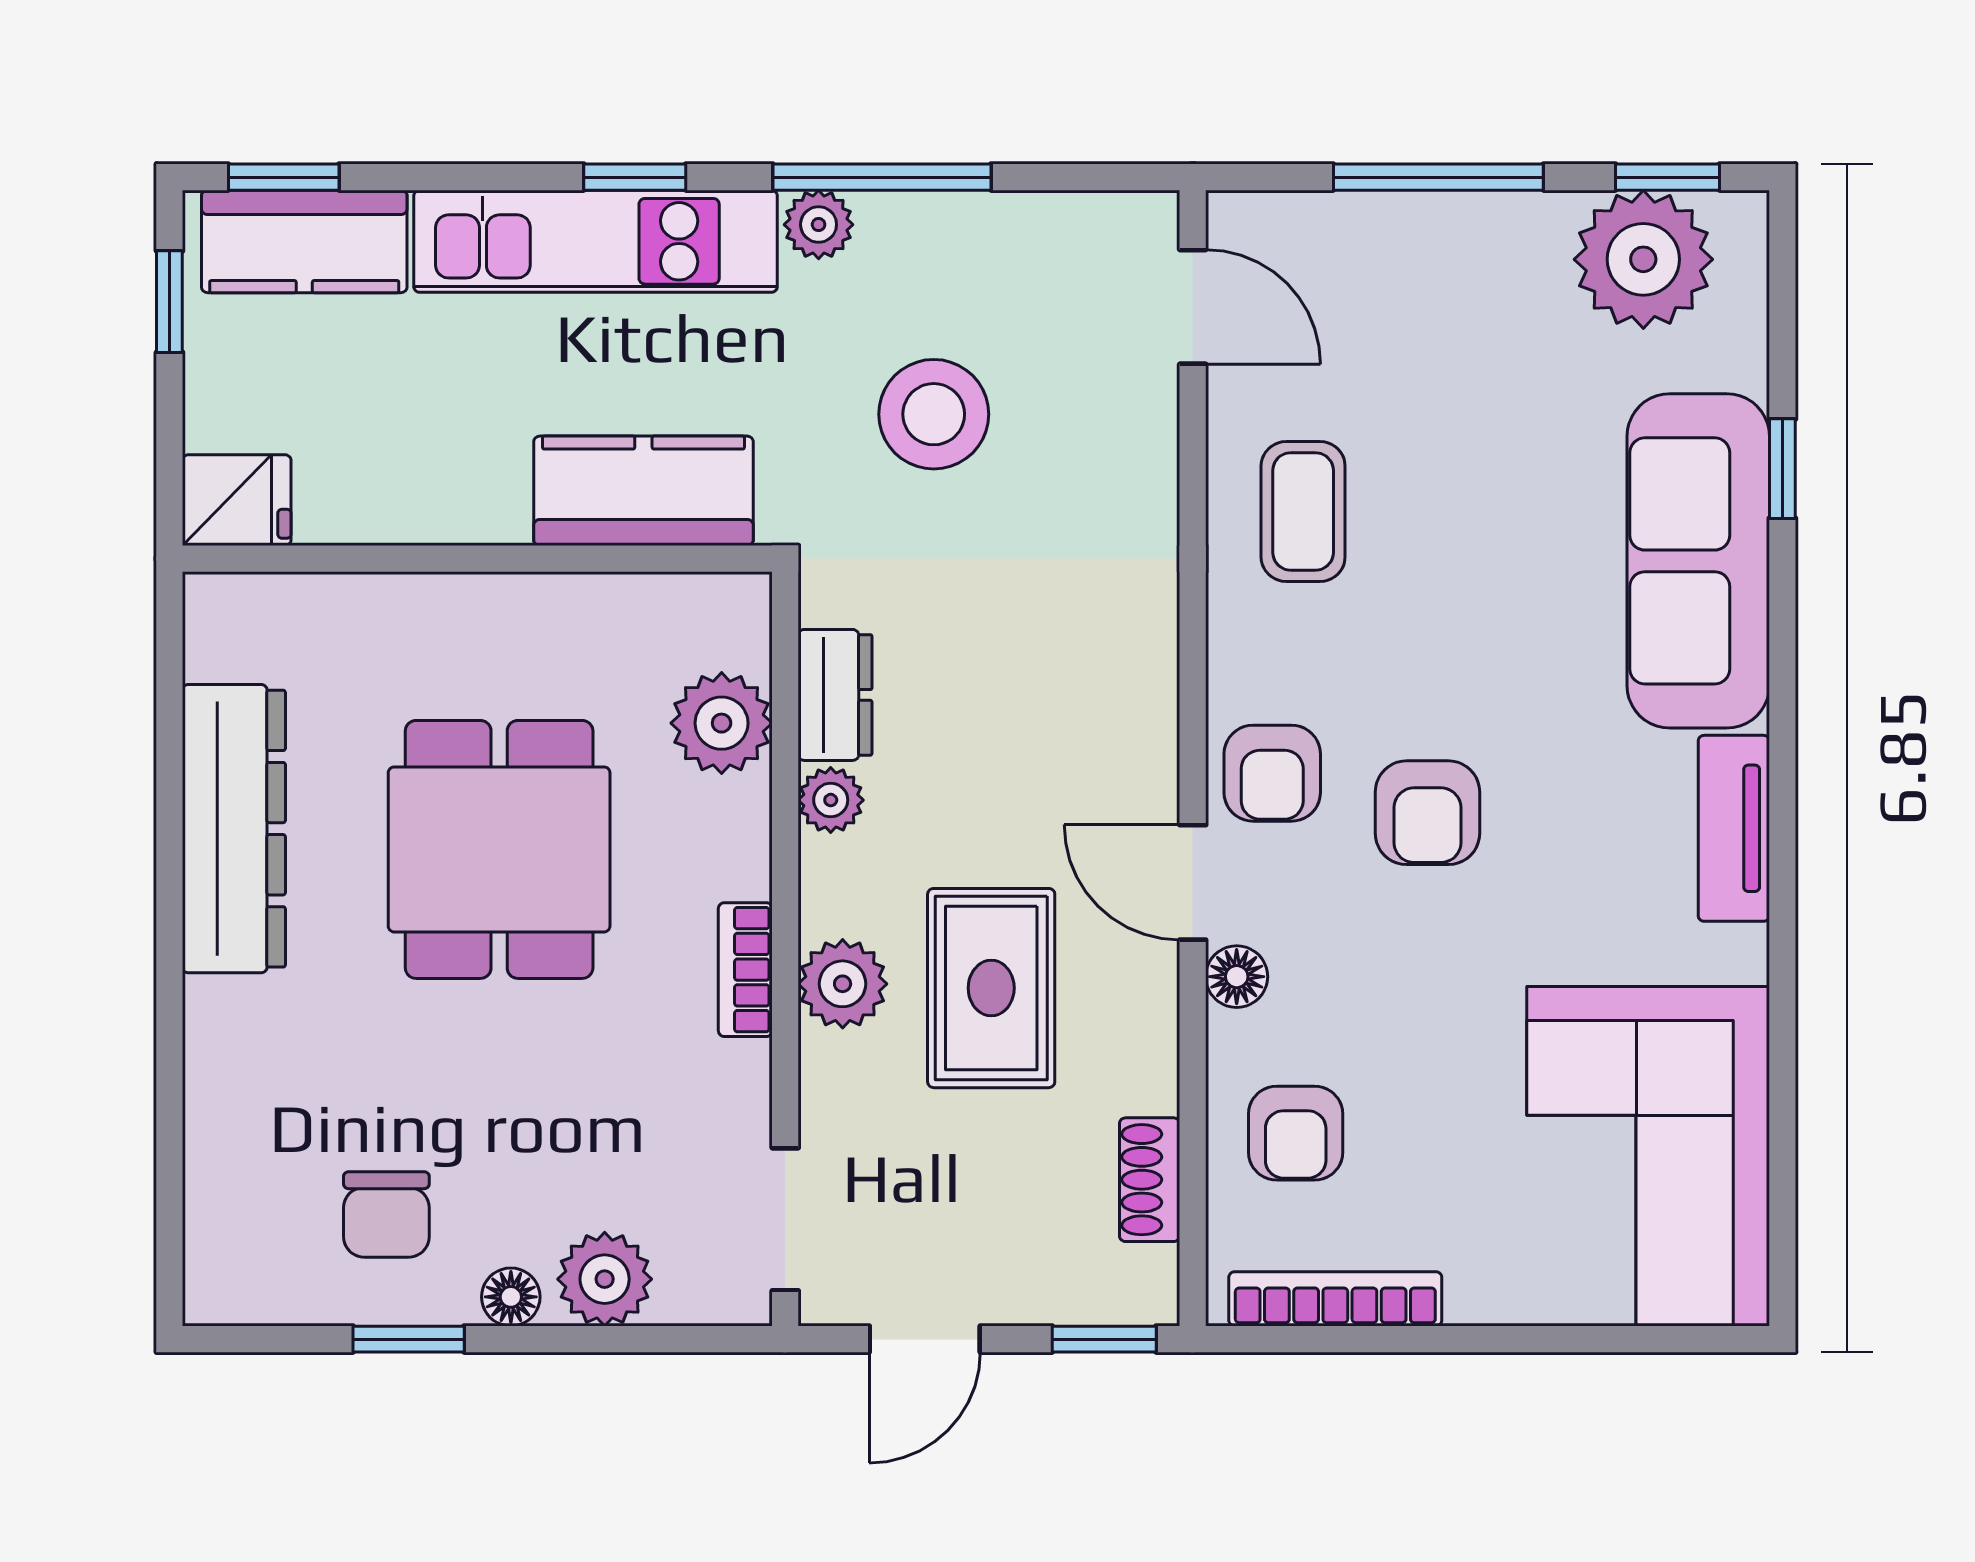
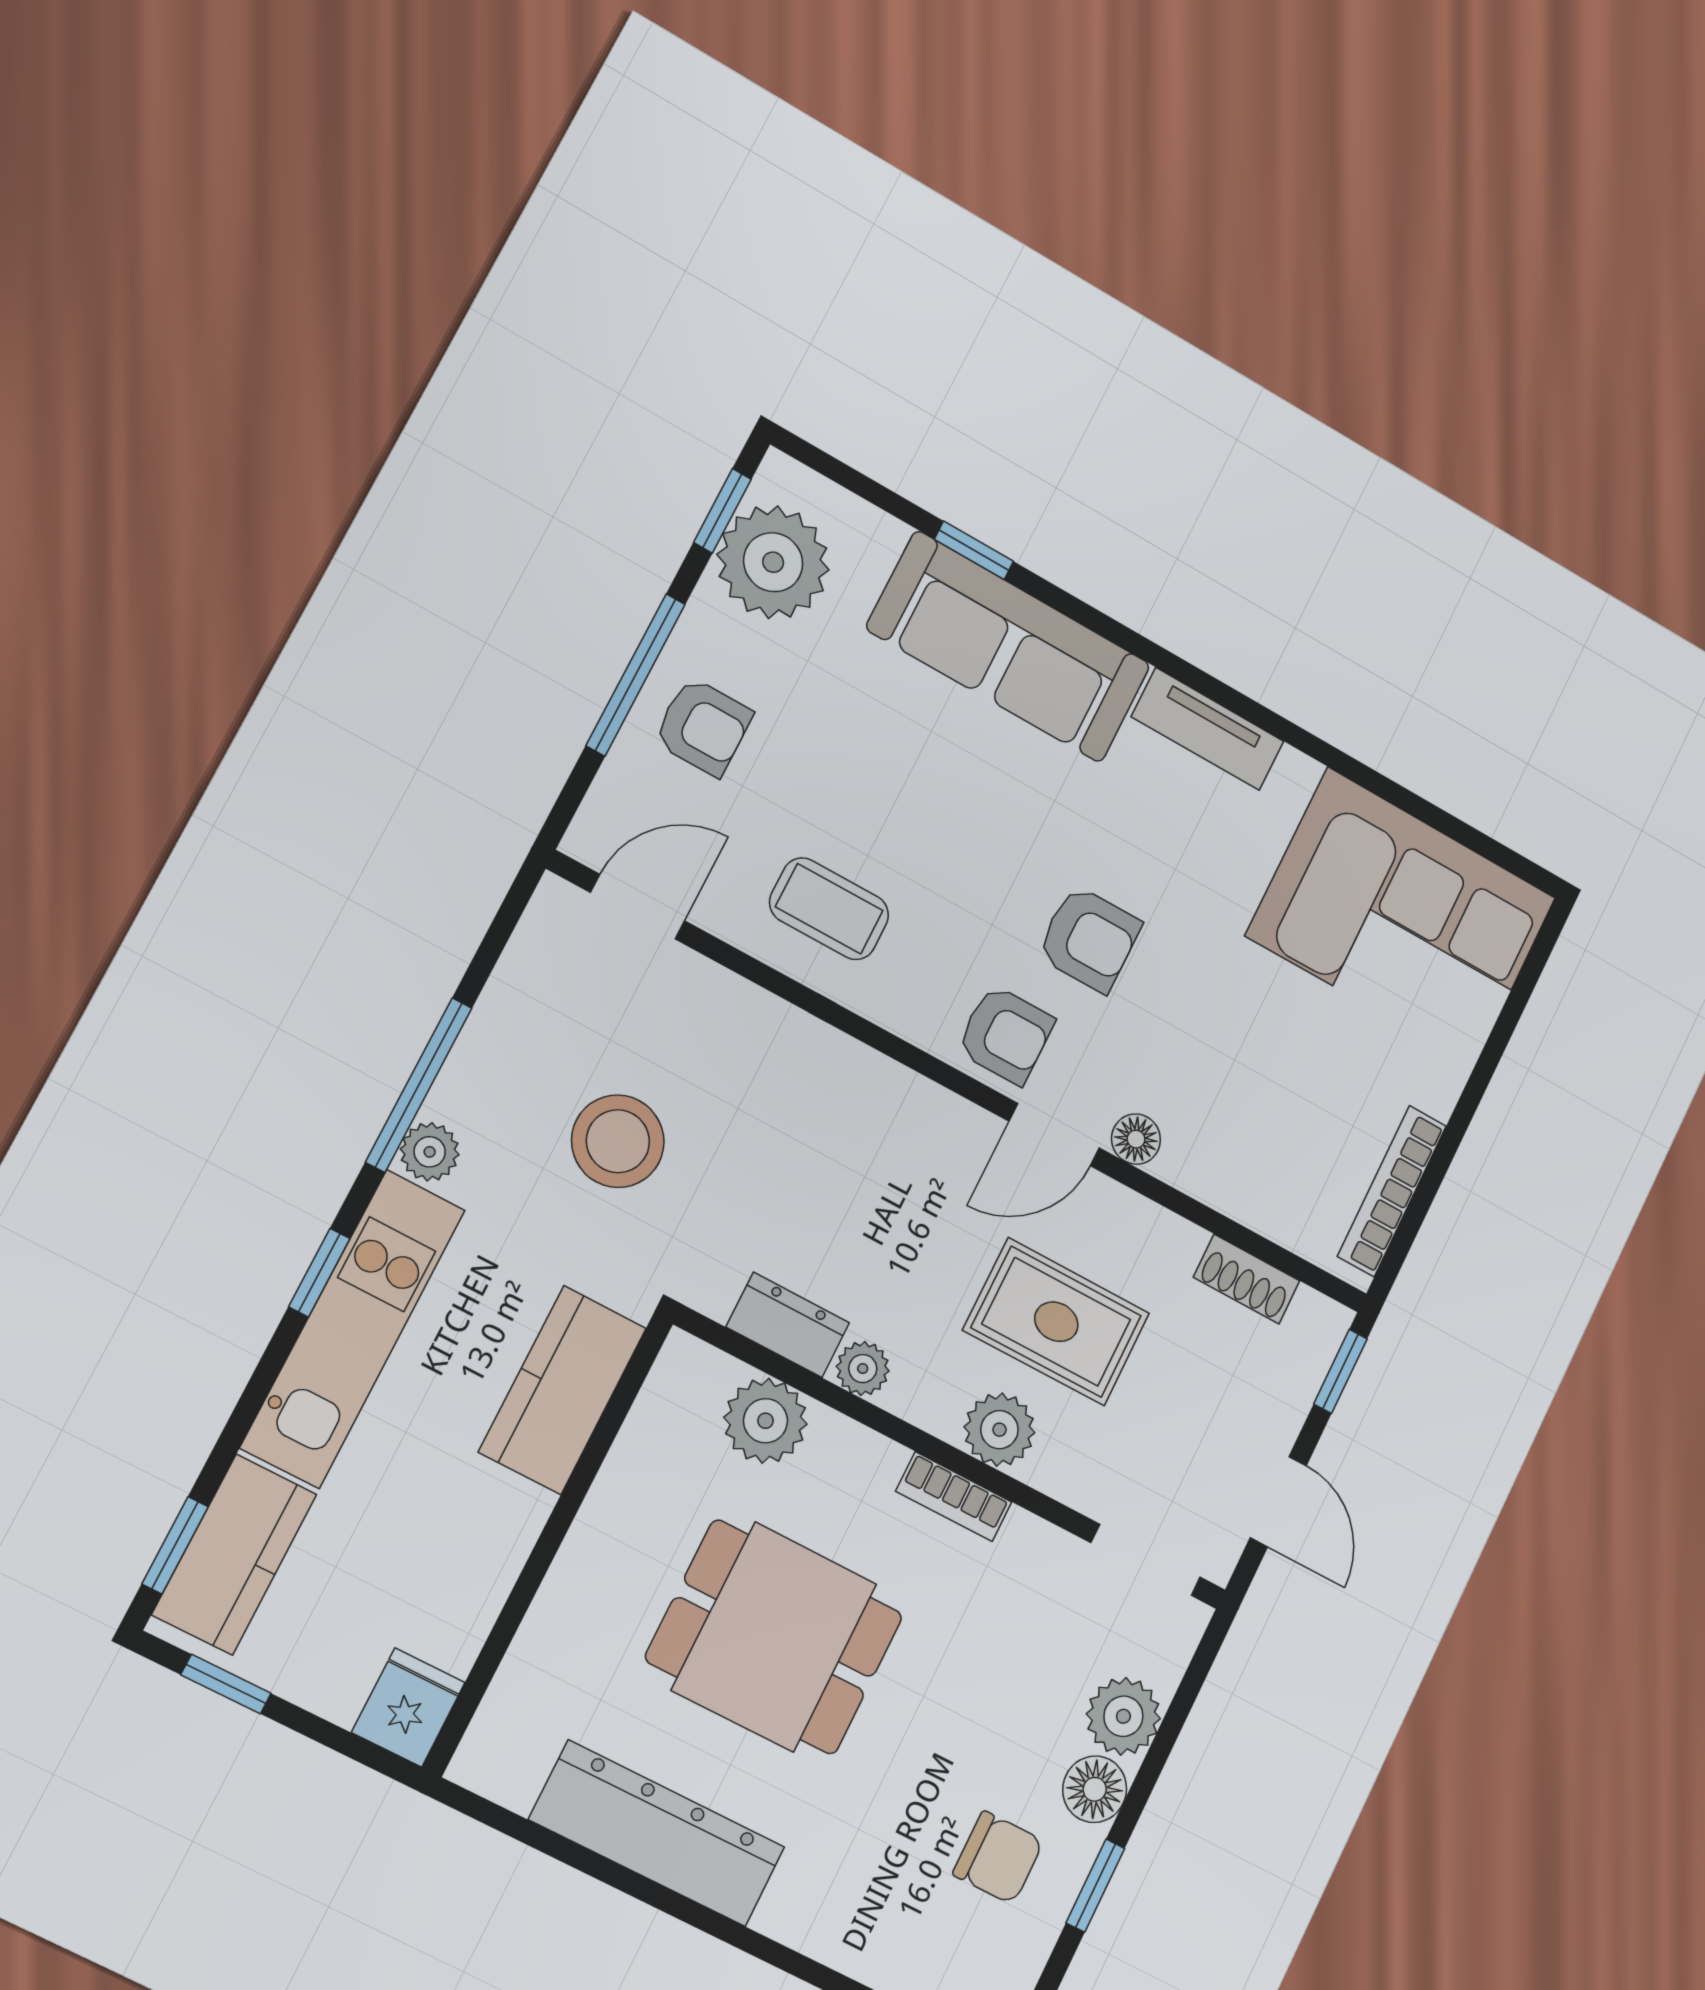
armchair: (1296, 1133) -> (703, 727), moved
floor lamp: (511, 1297) -> (1095, 1789), width x1.37, depth x1.37

